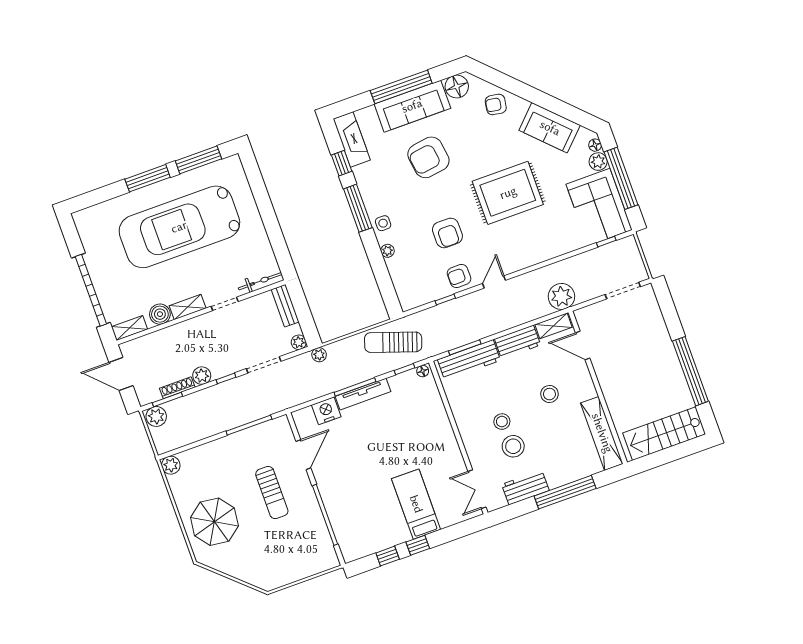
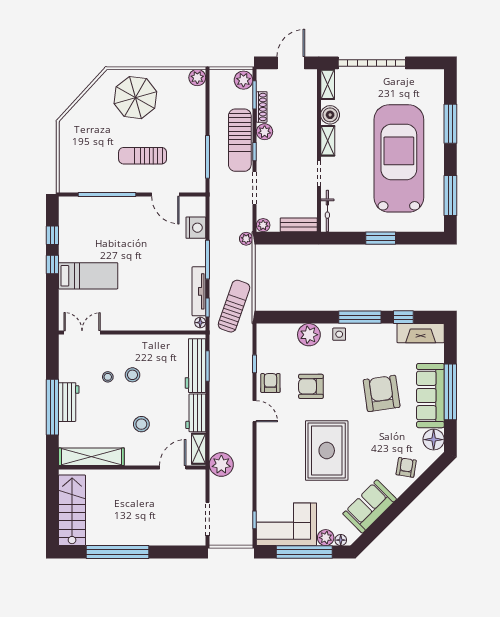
window: (148, 178) -> (450, 124), moved
window: (268, 216) -> (381, 238), added
plant: (387, 251) -> (309, 335), width x1.88, depth x1.88
tv unit: (363, 394) -> (199, 291), moved
sun lounger: (220, 398) -> (240, 140), added
stool: (513, 446) -> (108, 377), width x0.53, depth x0.53
workbench: (525, 487) -> (69, 402), moved

